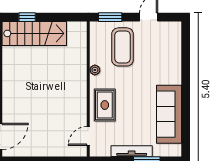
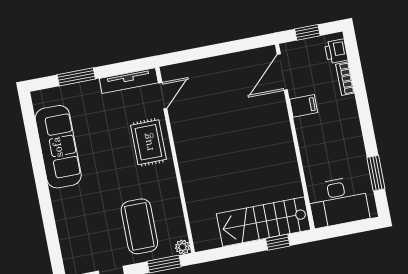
plant: (95, 70) -> (182, 247), moved
tv unit: (132, 151) -> (129, 81), moved

